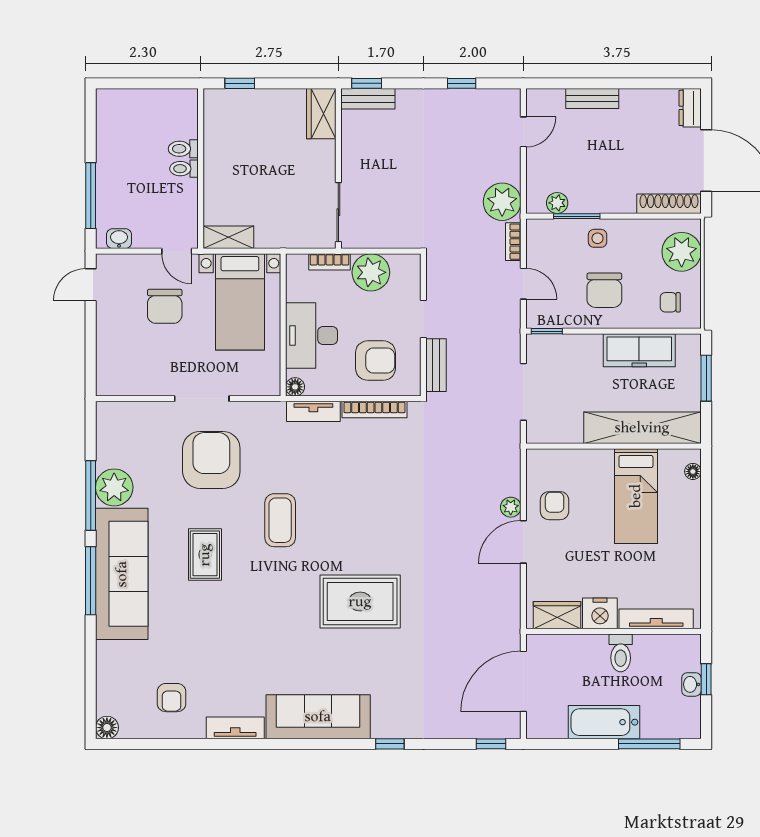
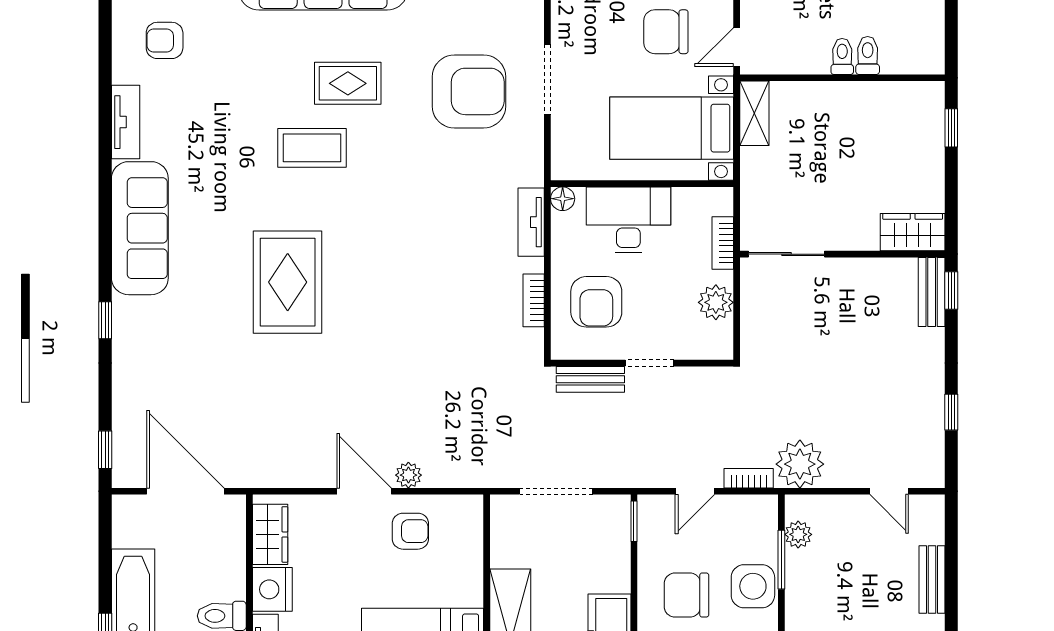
side table: (598, 238) -> (753, 586), width x1.87, depth x1.87
plant: (371, 272) -> (716, 302), width x0.73, depth x0.73
bookcase: (374, 409) -> (534, 300), width x0.64
coffee table: (280, 520) -> (312, 148), moved

